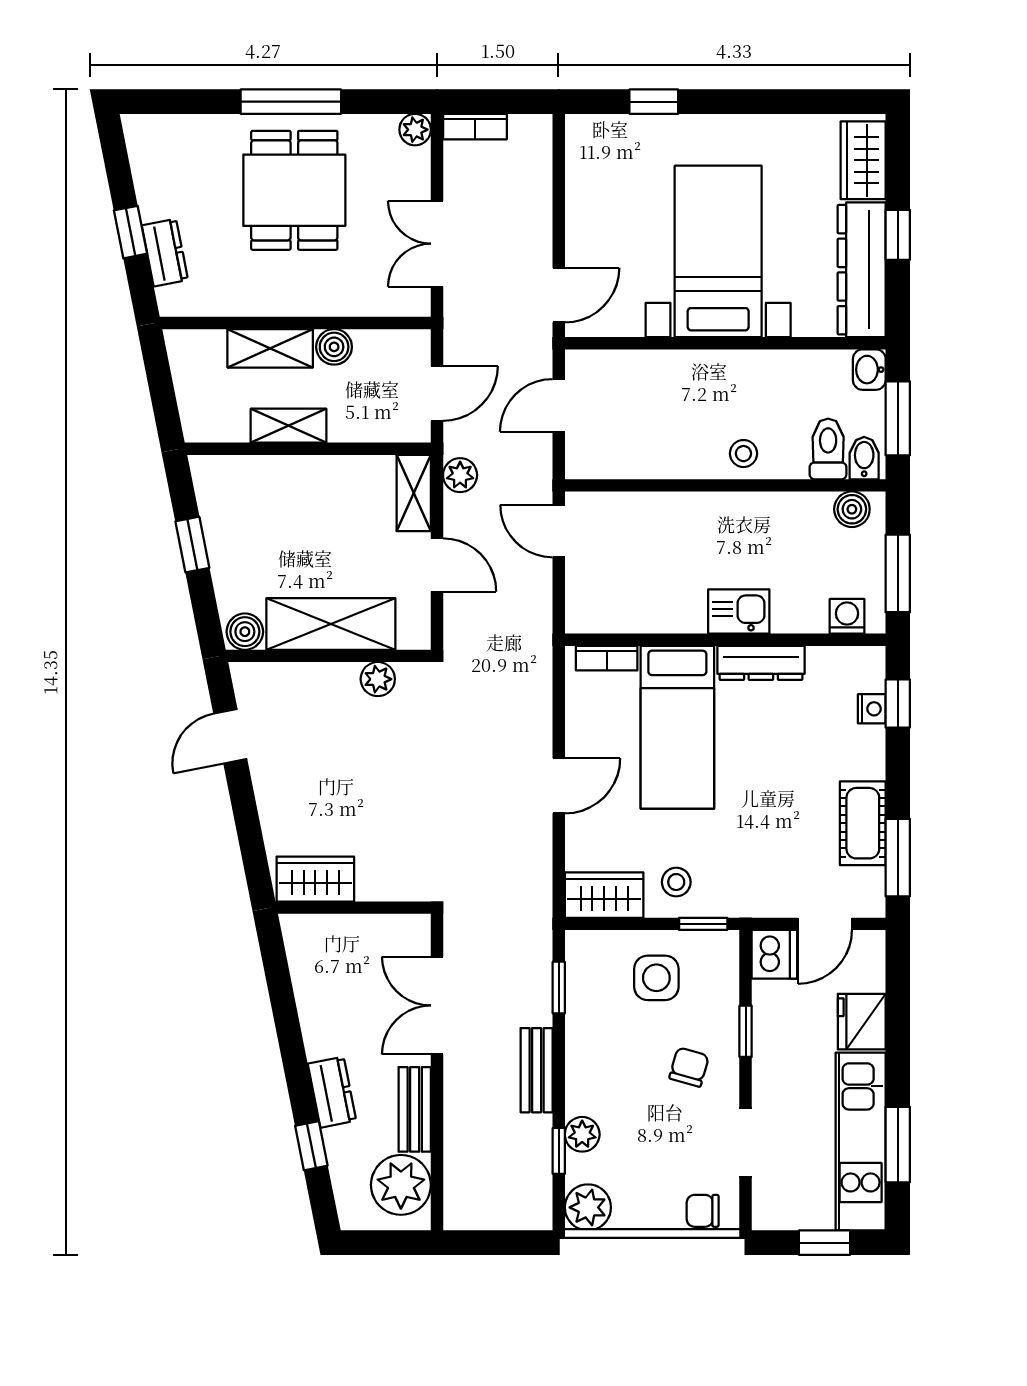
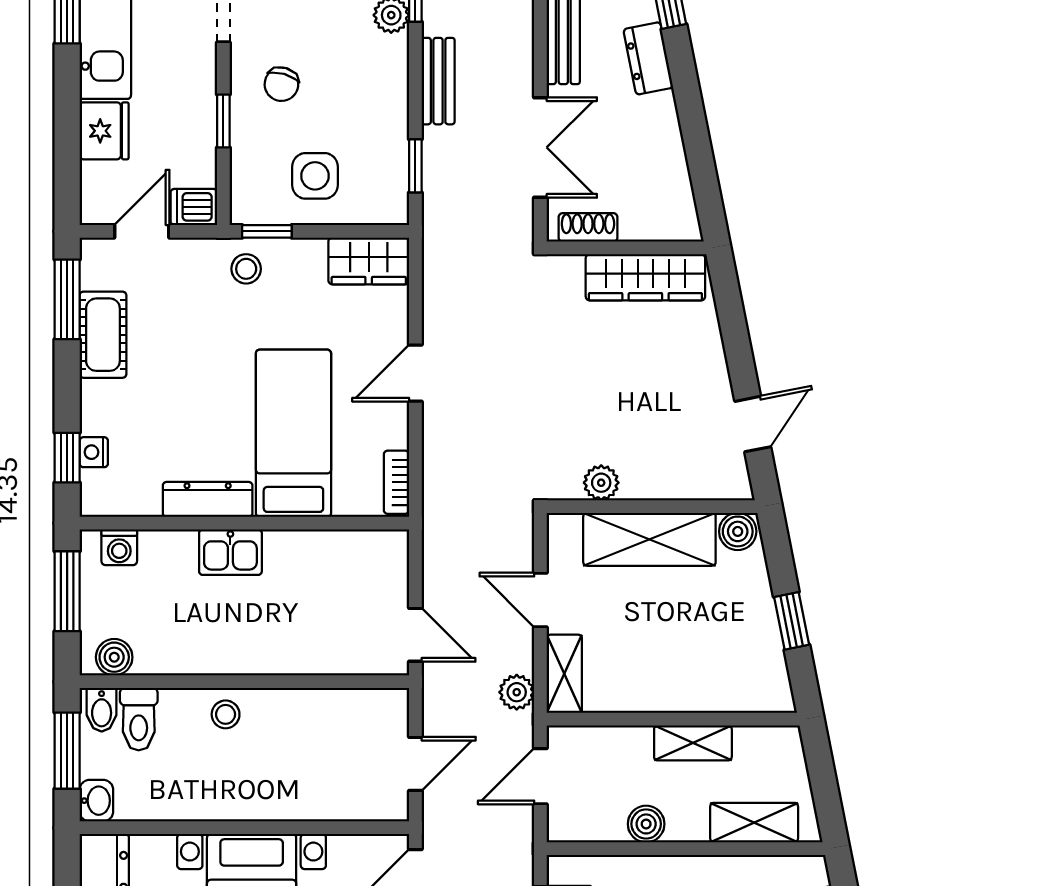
shelving: (270, 348) -> (754, 823), moved
bookcase: (607, 658) -> (396, 482), moved, turned -90
wardrobe: (315, 879) -> (645, 277), width x1.50
stool: (676, 882) -> (246, 269), moved
shoe rack: (391, 928) -> (588, 227), added
dishwasher: (774, 954) -> (194, 207), width x0.73

